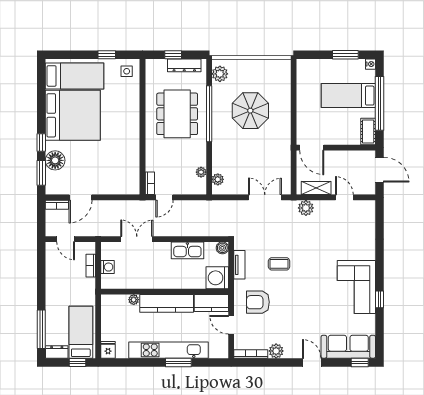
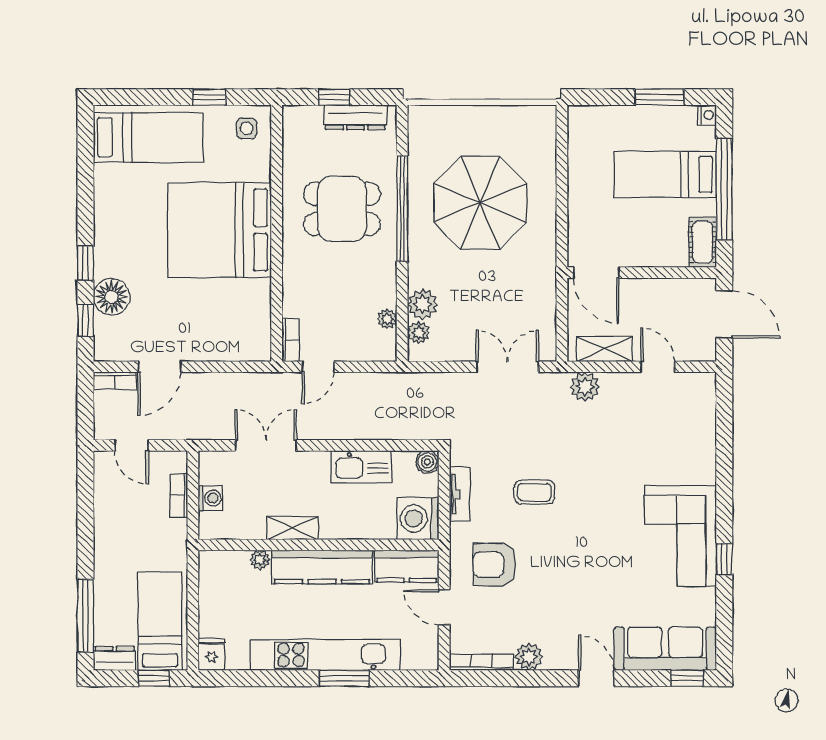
plant: (220, 74) -> (423, 304), moved
parasol: (250, 111) -> (480, 203), width x1.36, depth x1.36
dining table: (177, 114) -> (342, 209), width x0.73
bed: (73, 115) -> (220, 230), moved, turned 180
window: (41, 173) -> (85, 320), width x0.67
shelving: (151, 283) -> (292, 528), added

